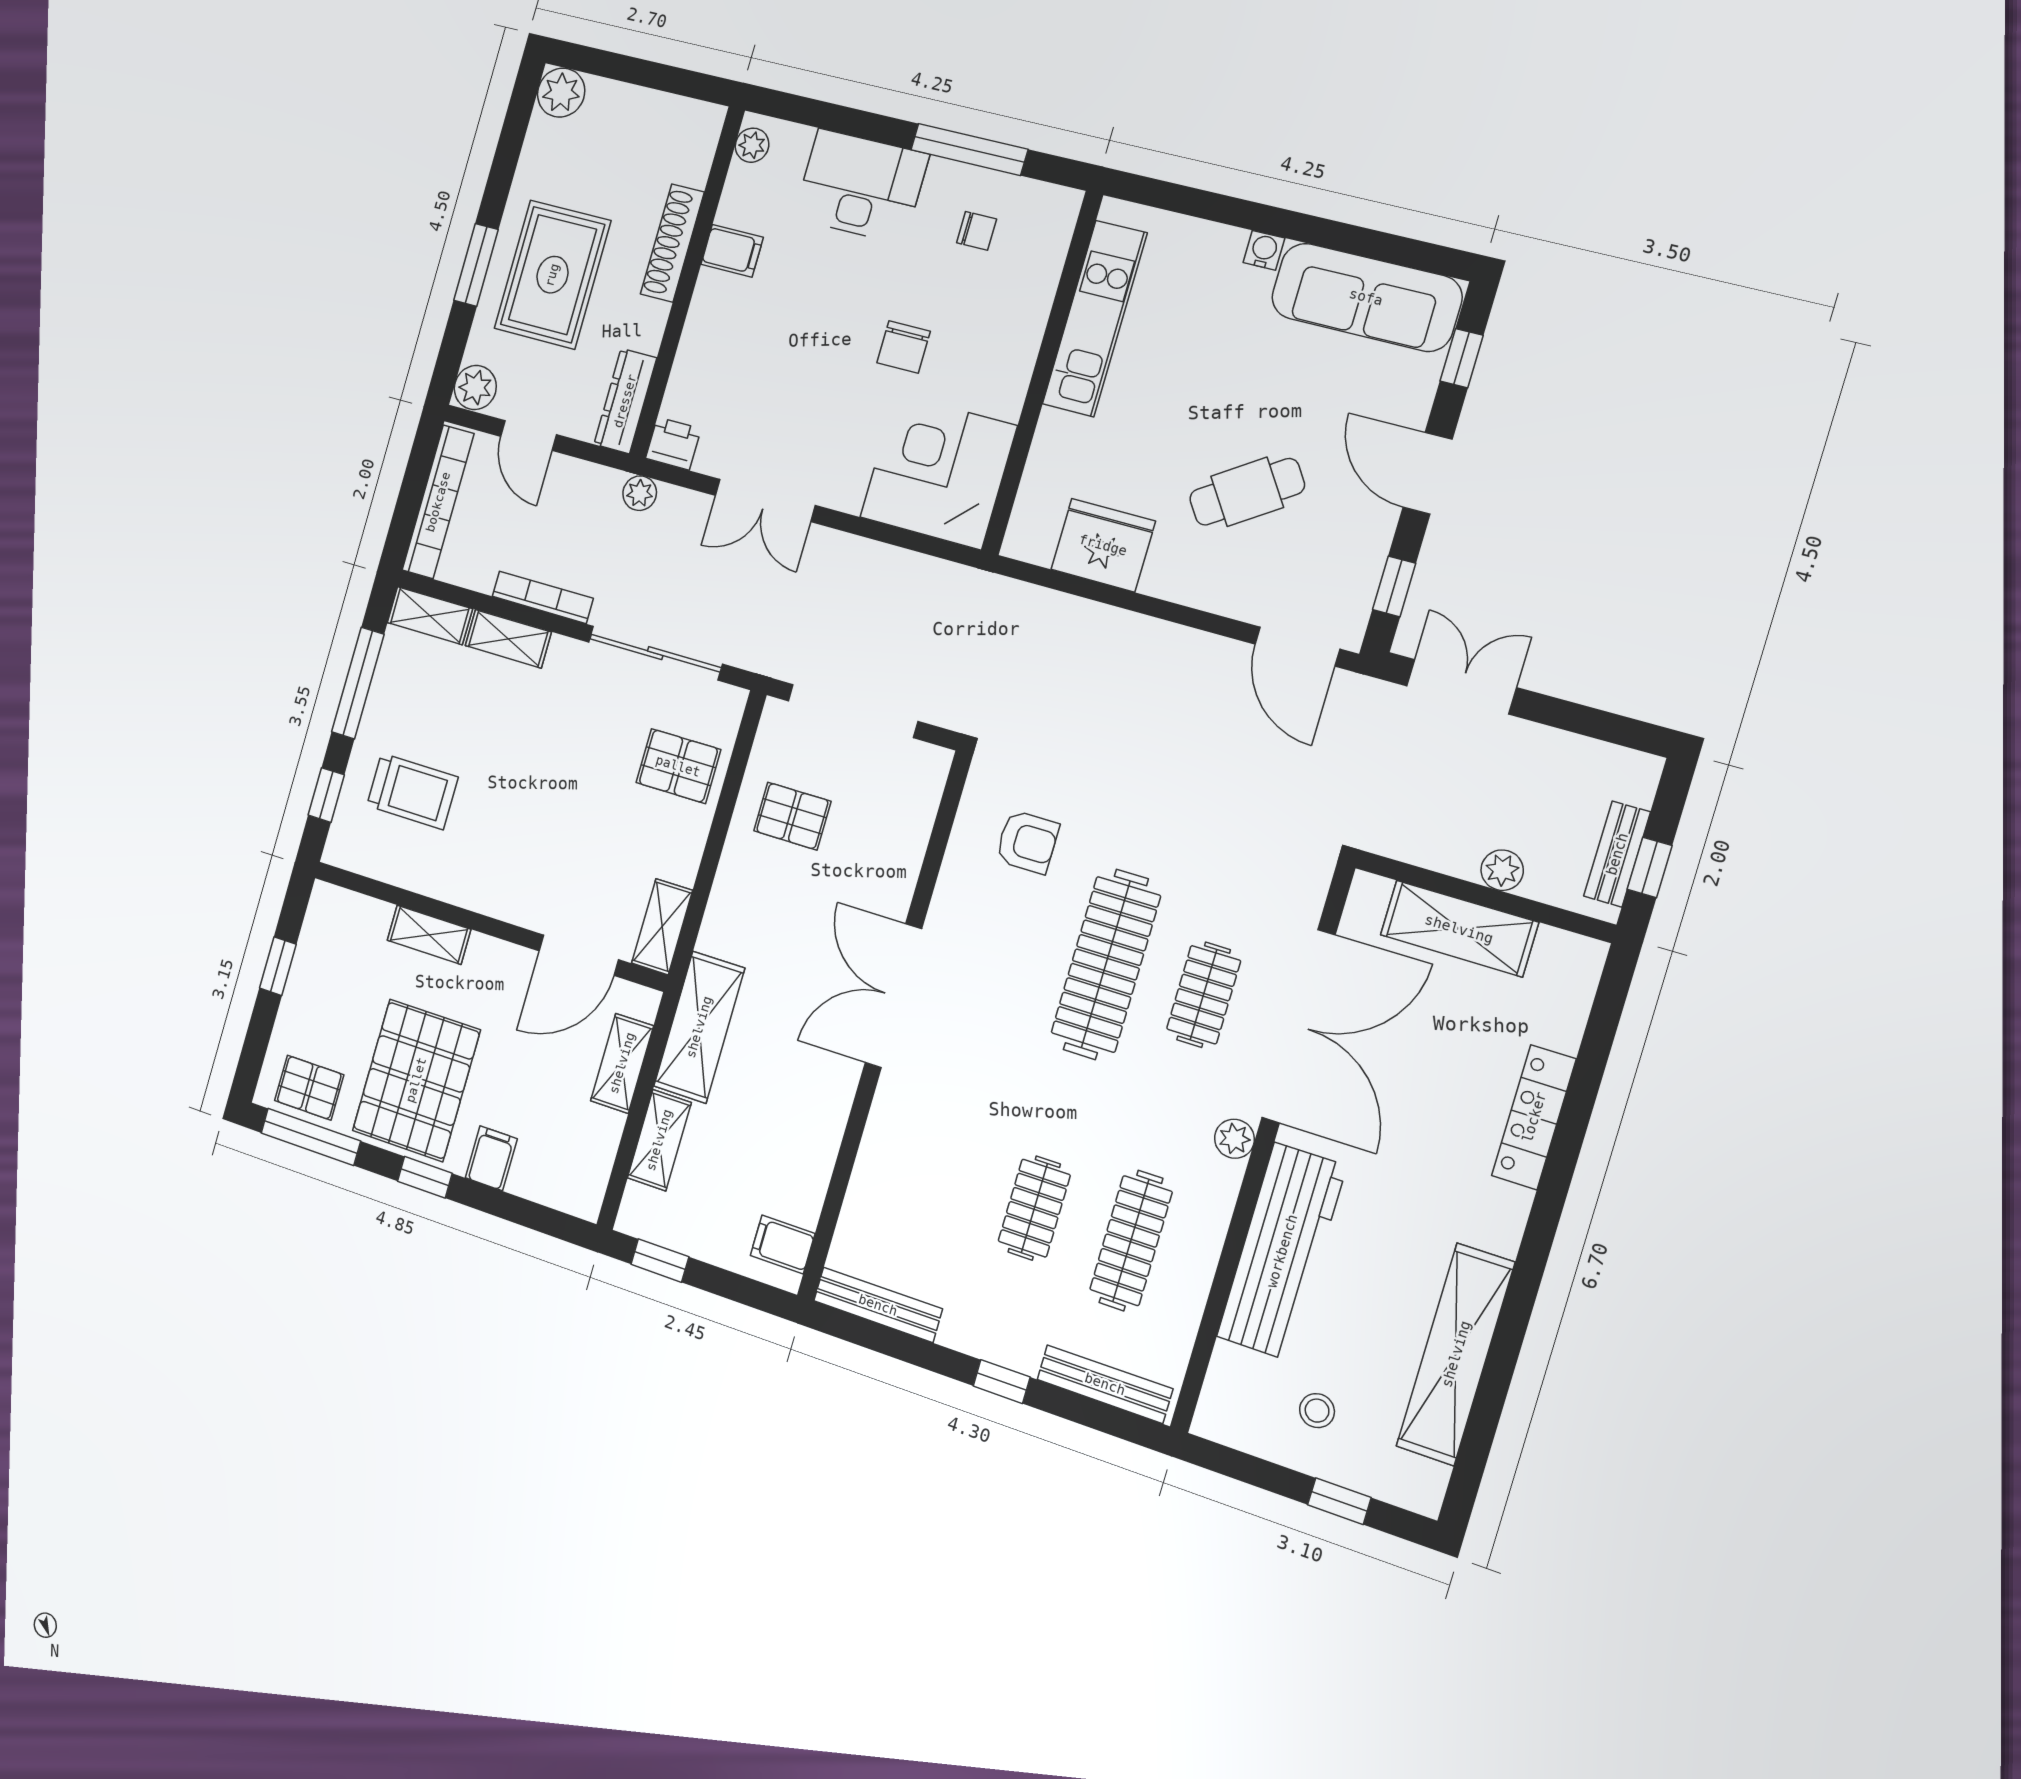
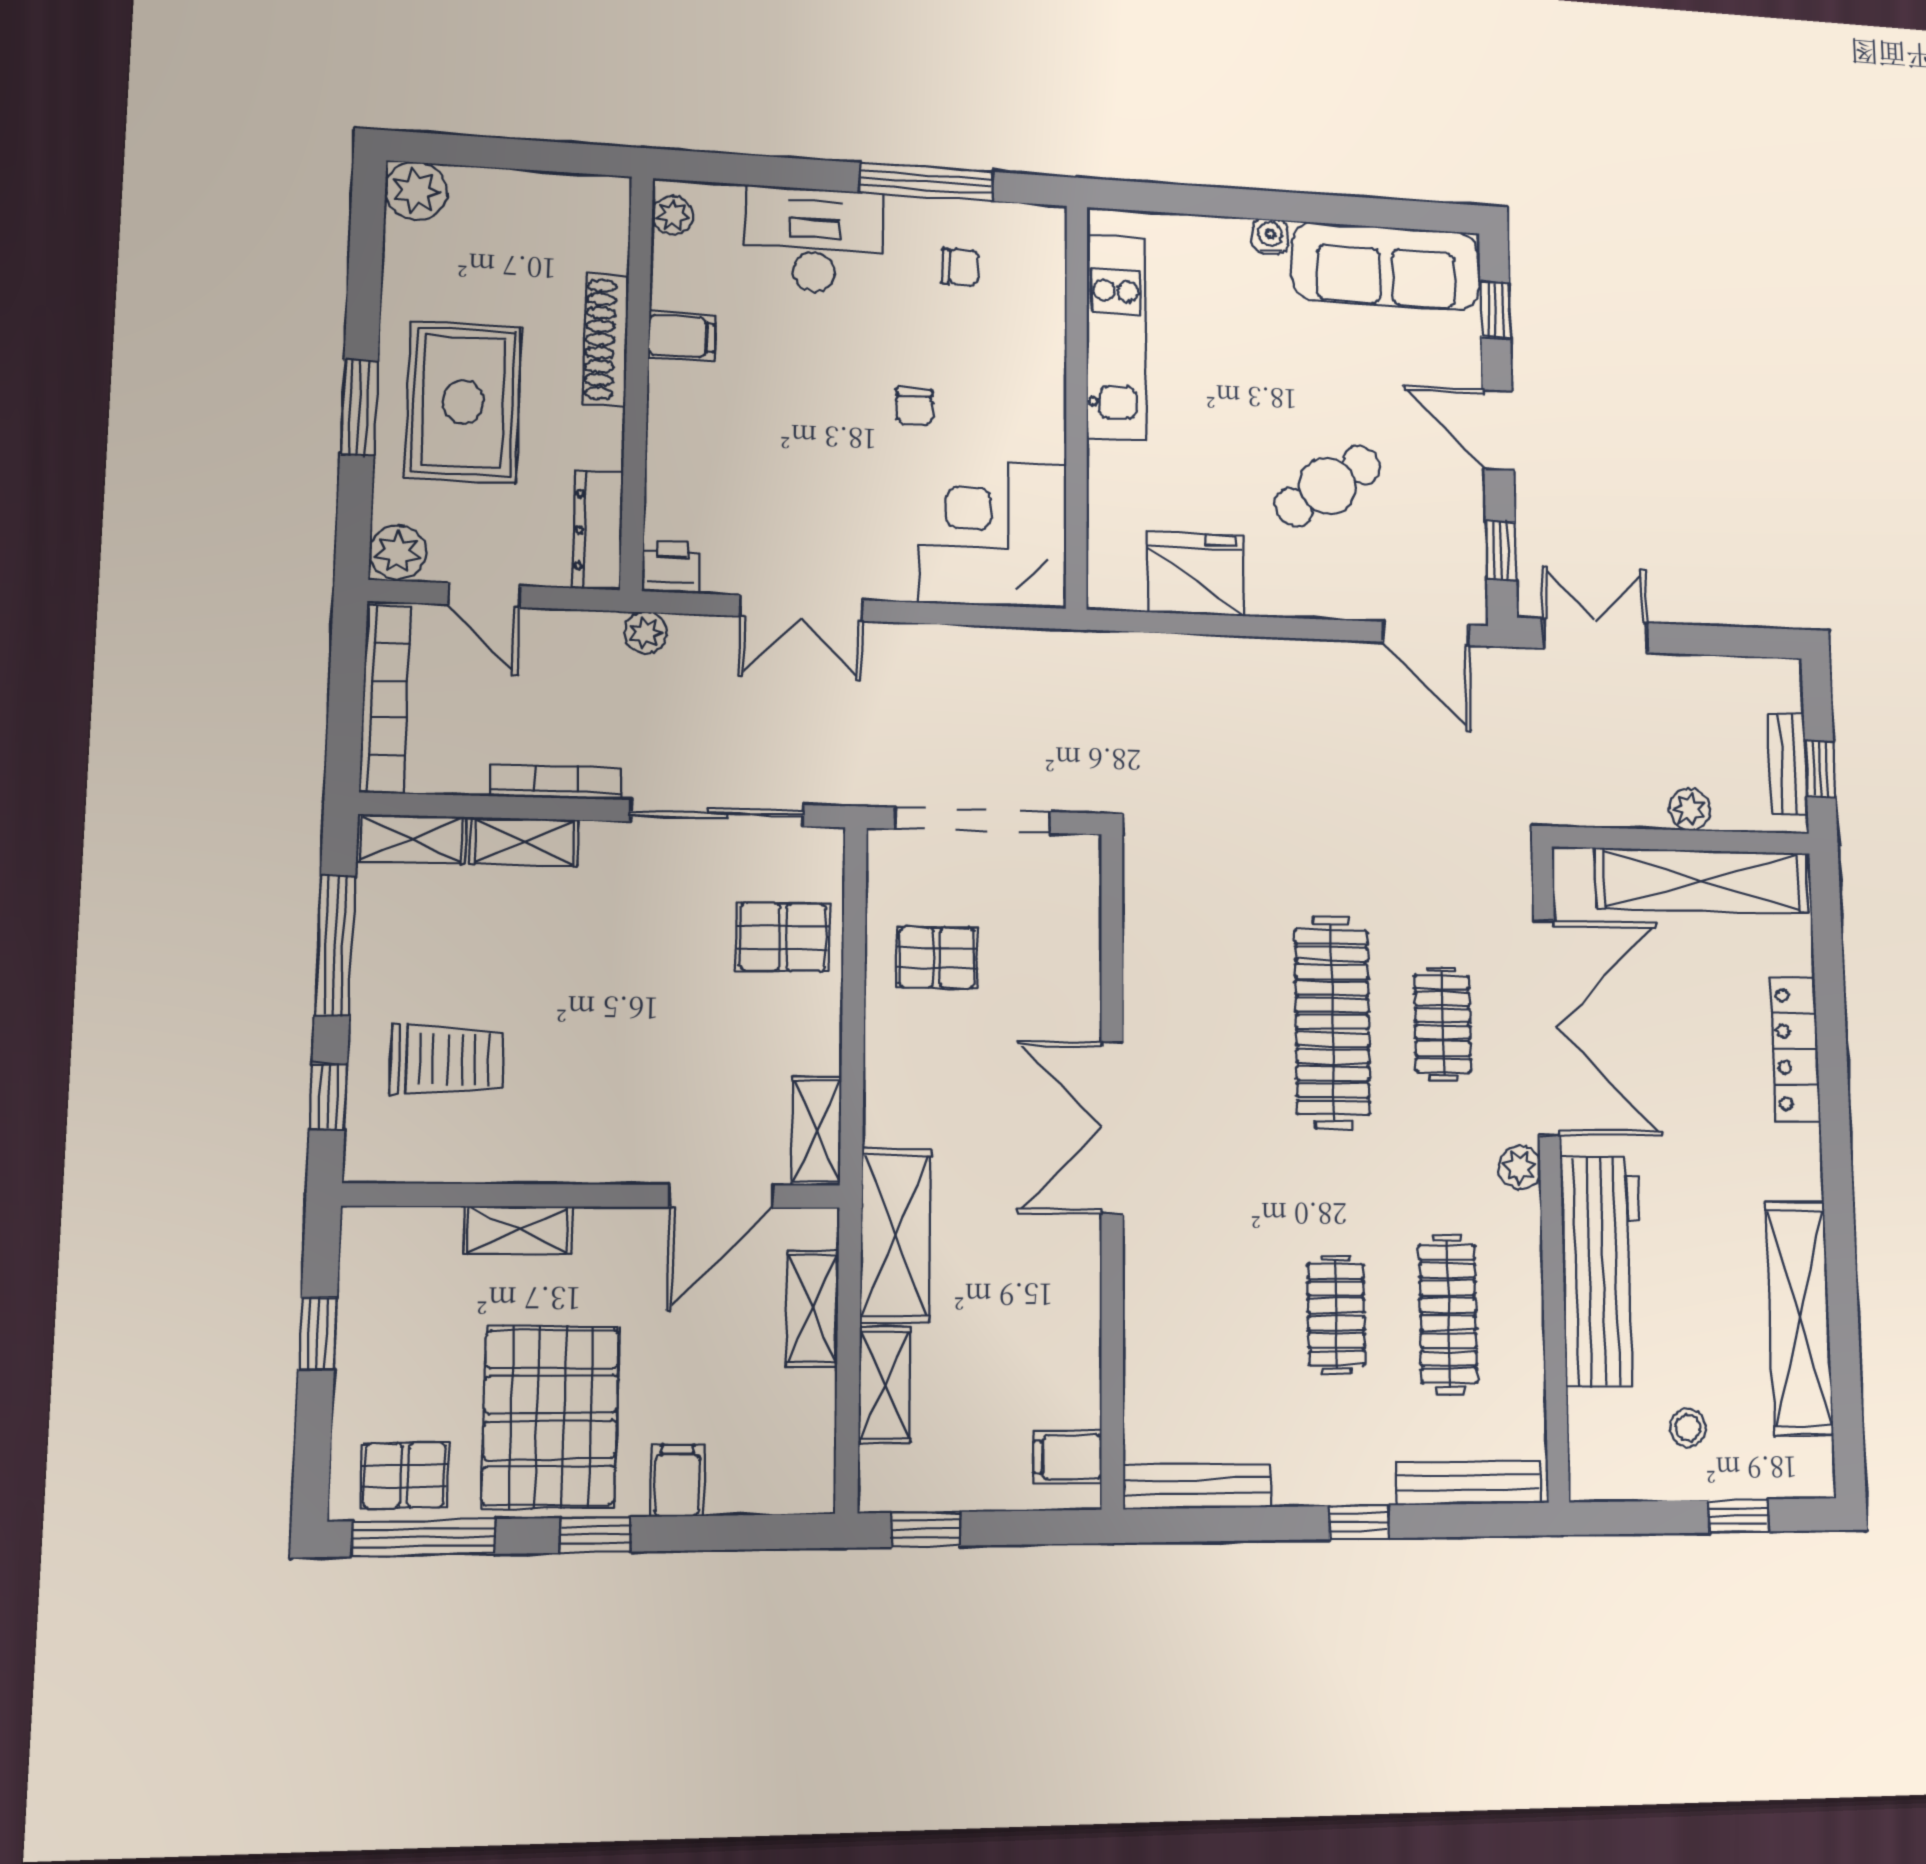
chair: (904, 347) -> (914, 406), width x0.73, depth x0.73
armchair: (1027, 842) -> (1209, 913), removed
shelving: (1459, 929) -> (1702, 881), width x1.47

